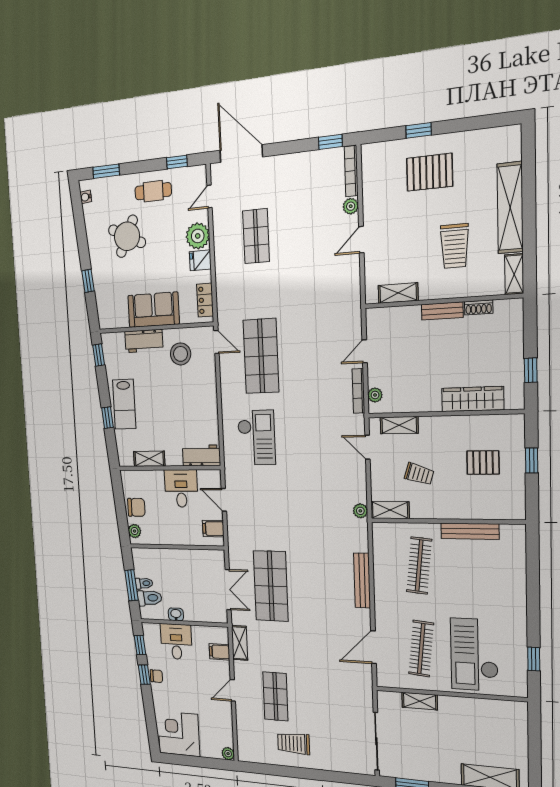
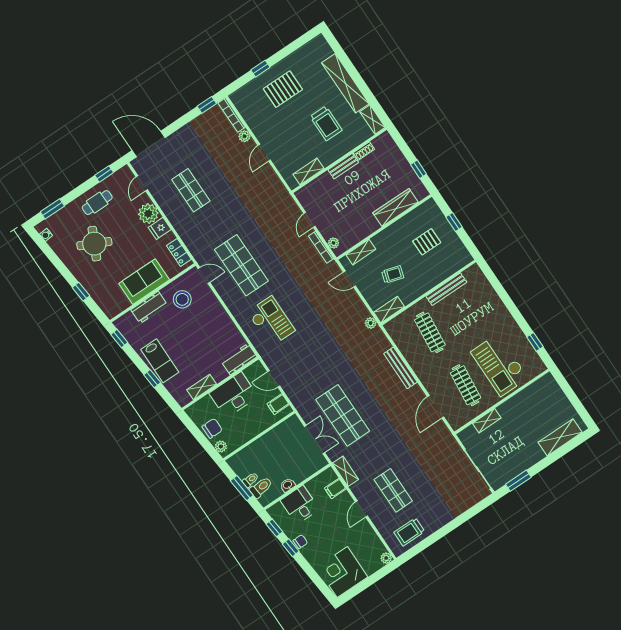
desk: (181, 488) -> (233, 395), width x1.37
trolley: (294, 743) -> (409, 532), moved

